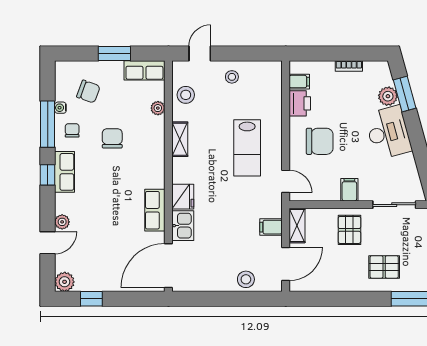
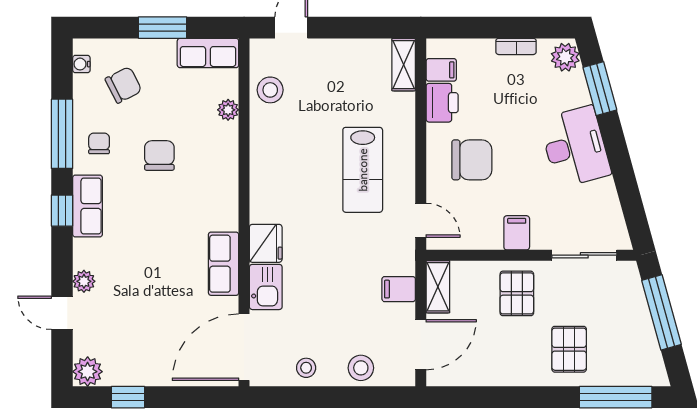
stool: (232, 77) -> (306, 368), moved
chair: (88, 92) -> (123, 85), turned -47
plant: (388, 96) -> (565, 57), moved
water cooler: (60, 108) -> (81, 64), moved
shelving: (180, 139) -> (404, 65), moved
door: (48, 243) -> (62, 313), swing flipped
pallet: (384, 267) -> (569, 349), turned 90

